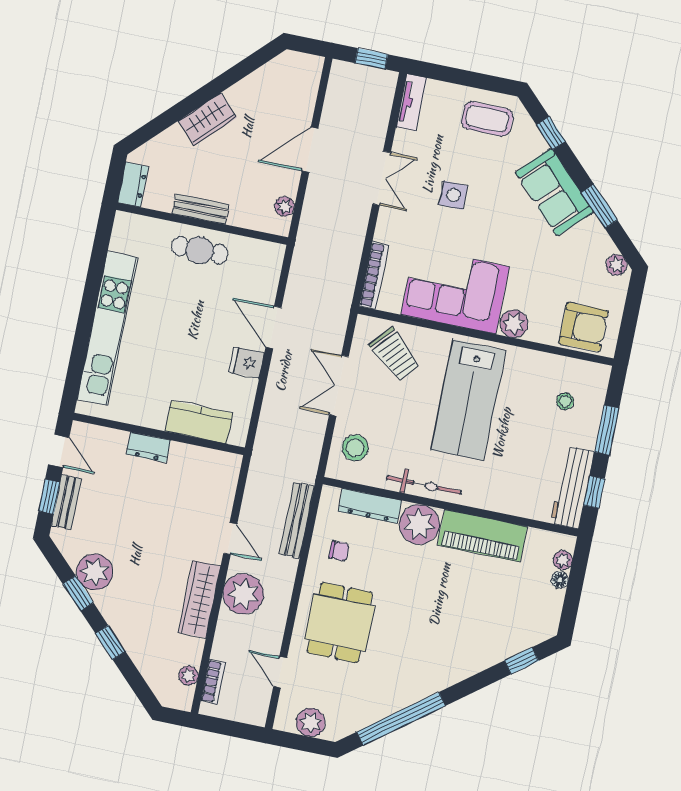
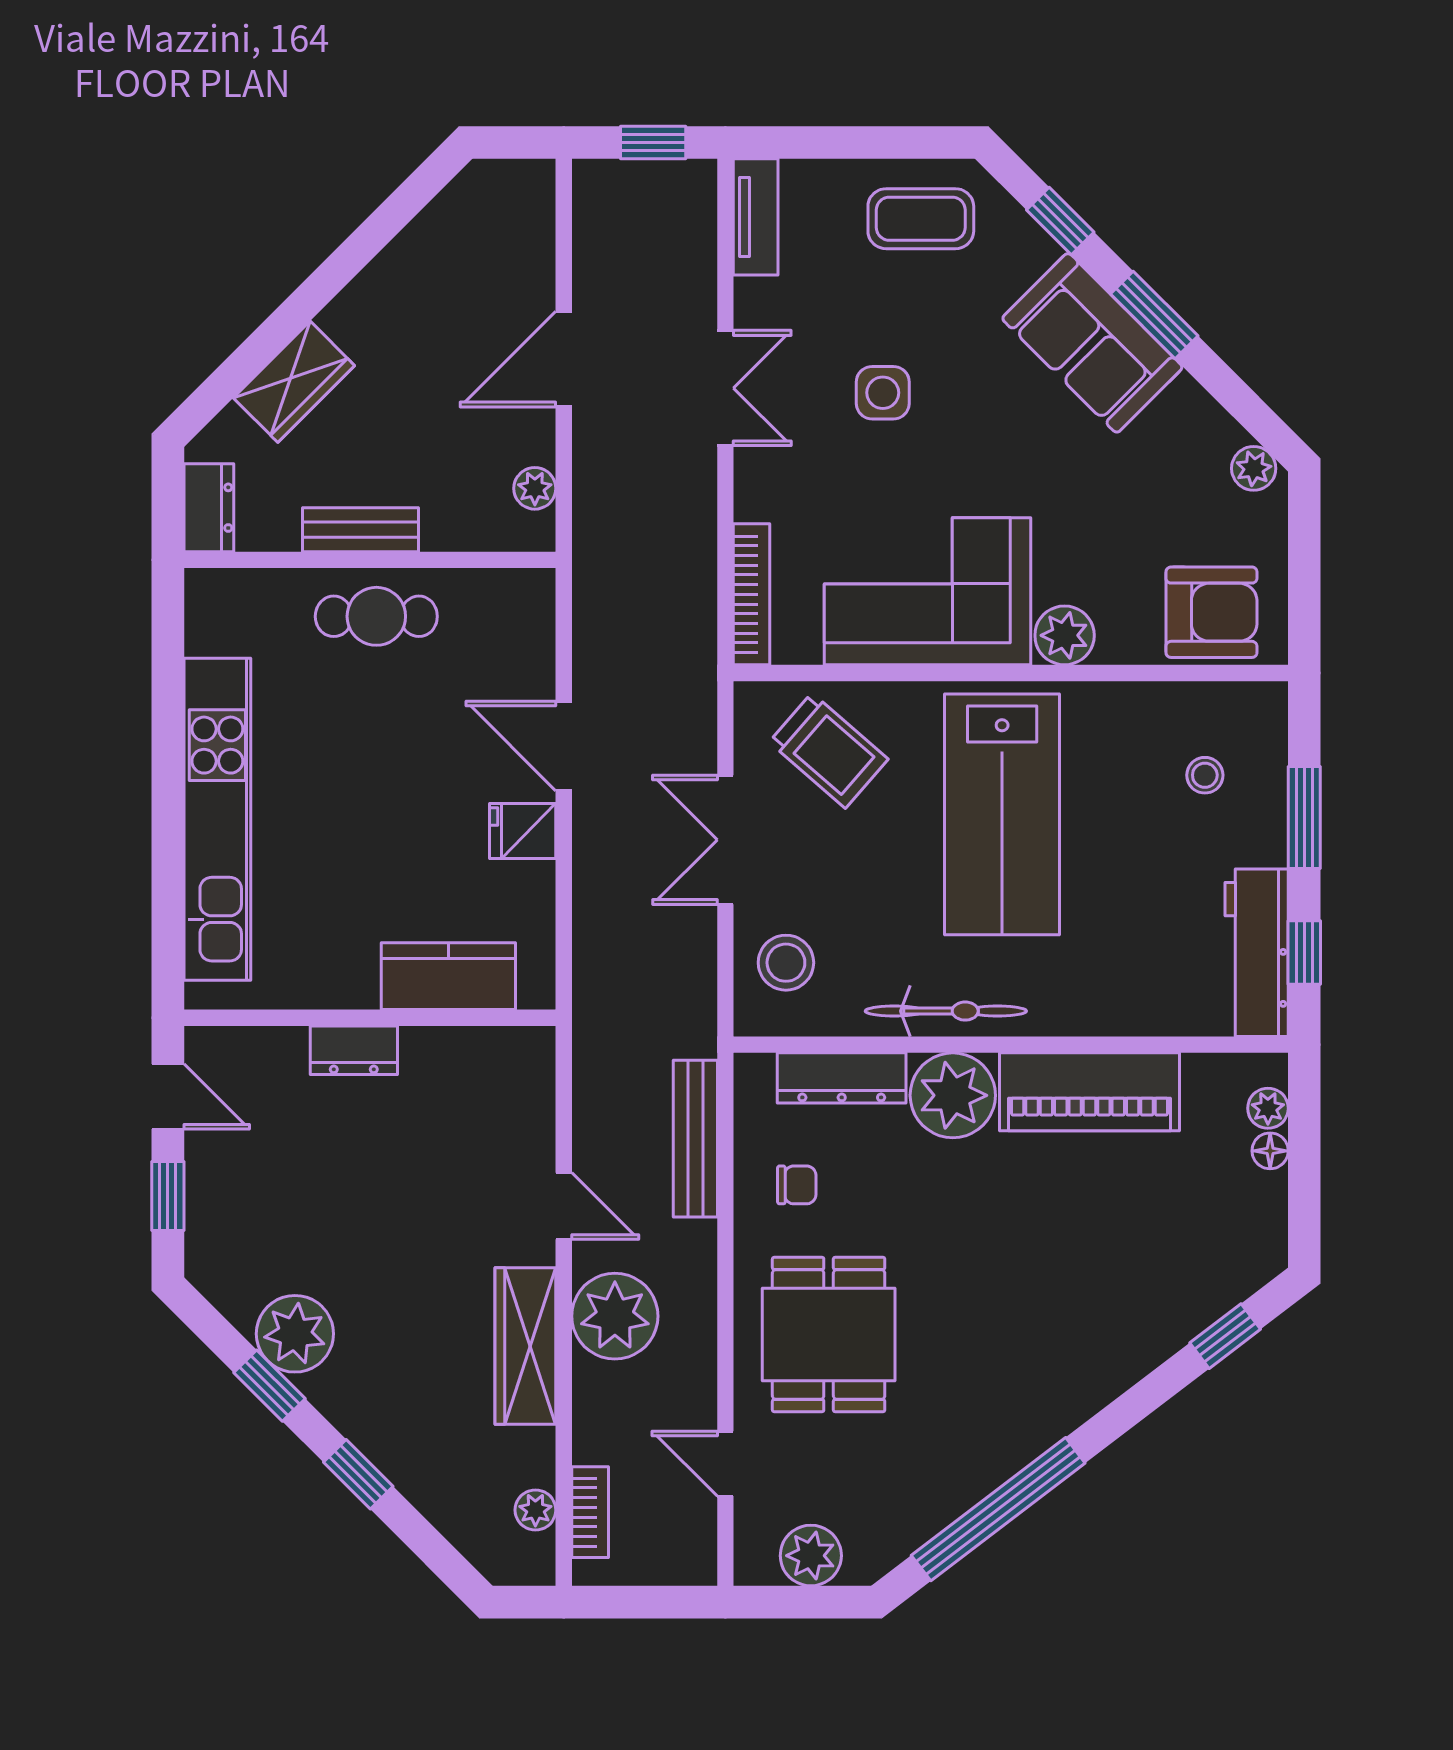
wardrobe: (207, 119) -> (294, 382), moved
window: (599, 206) -> (1154, 315), moved
bench: (66, 502) -> (205, 1200), removed

